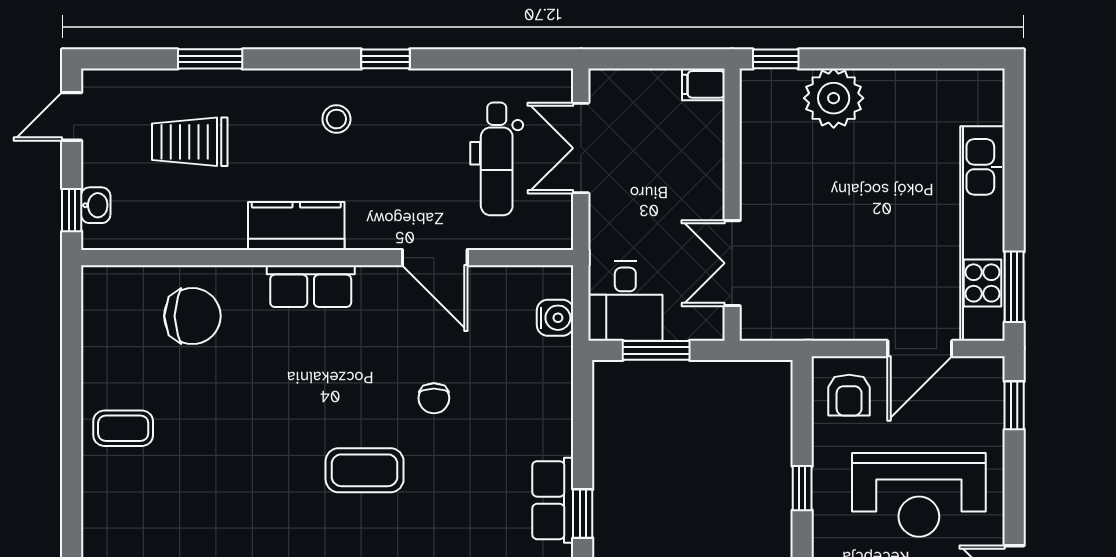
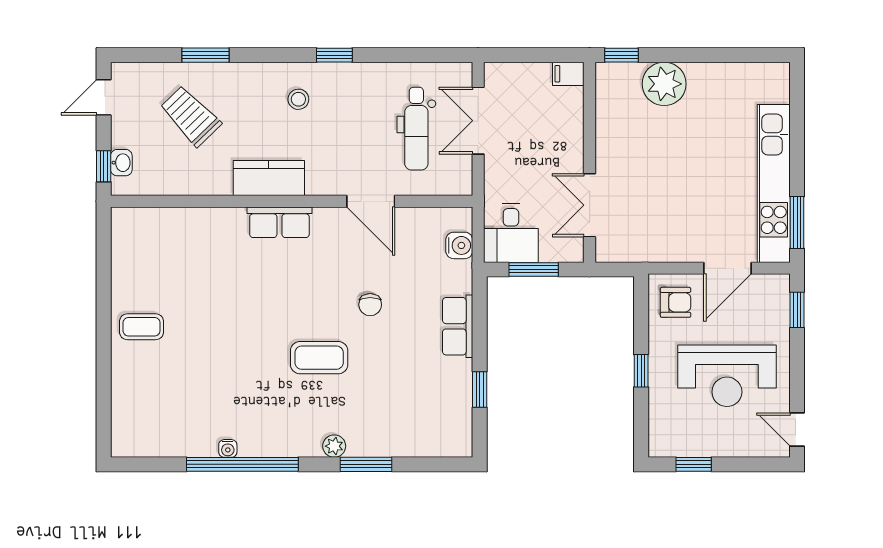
trolley: (190, 142) -> (191, 116), turned 46
chair: (192, 316) -> (192, 244), removed
armchair: (849, 395) -> (676, 302), turned -90
row of seats: (553, 500) -> (458, 326), moved

